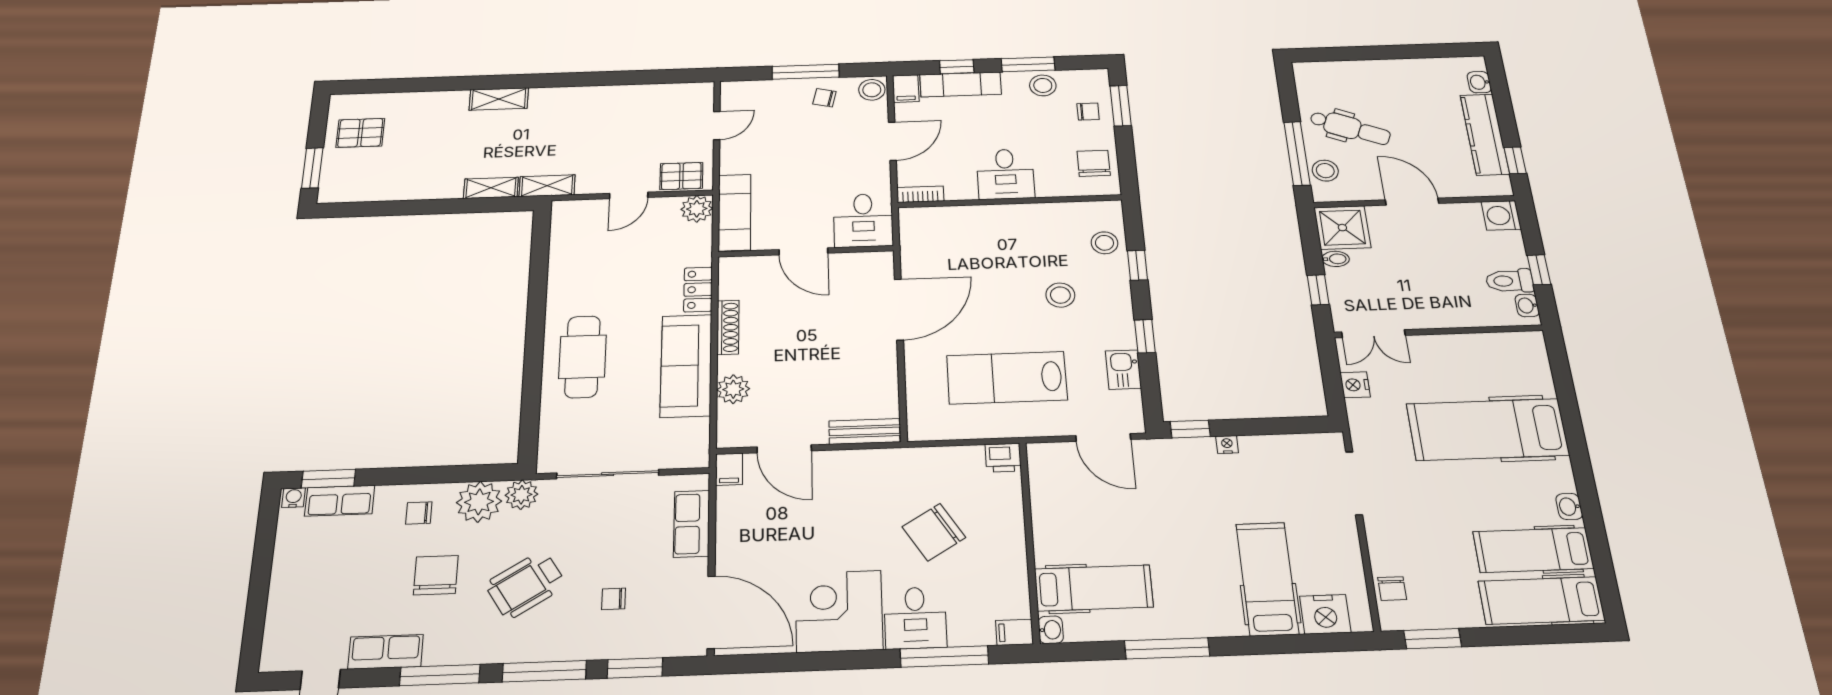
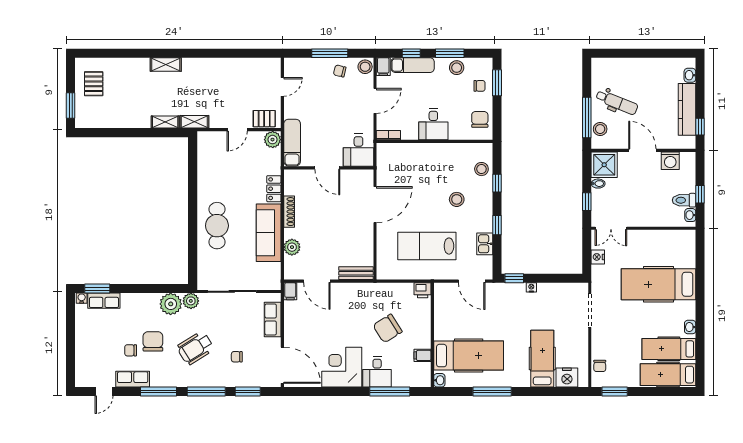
pallet: (360, 133) -> (94, 84), turned 90
washing machine: (1501, 215) -> (670, 161), moved, turned -90
chair: (419, 513) -> (131, 350), moved
hospital bed: (1094, 588) -> (469, 356), width x1.37, depth x1.29
filing cabinet: (1014, 632) -> (423, 355), moved

